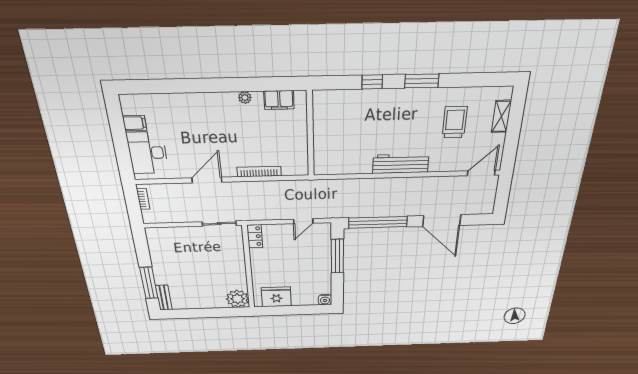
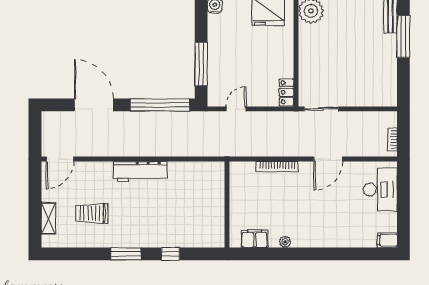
trolley: (455, 122) -> (92, 213), turned 90
filing cabinet: (135, 123) -> (387, 240), moved

